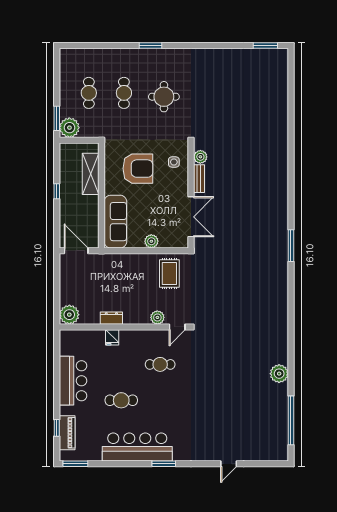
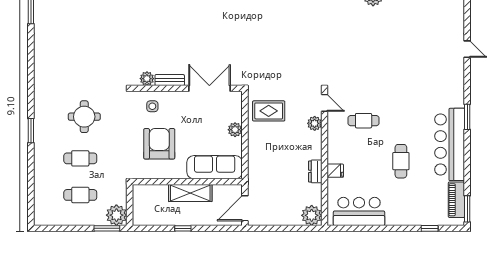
shelving: (91, 174) -> (190, 193), moved
cafe table: (160, 364) -> (364, 121), turned 90
bar counter: (73, 381) -> (359, 211), moved
piano: (67, 433) -> (456, 200), moved, turned -90

